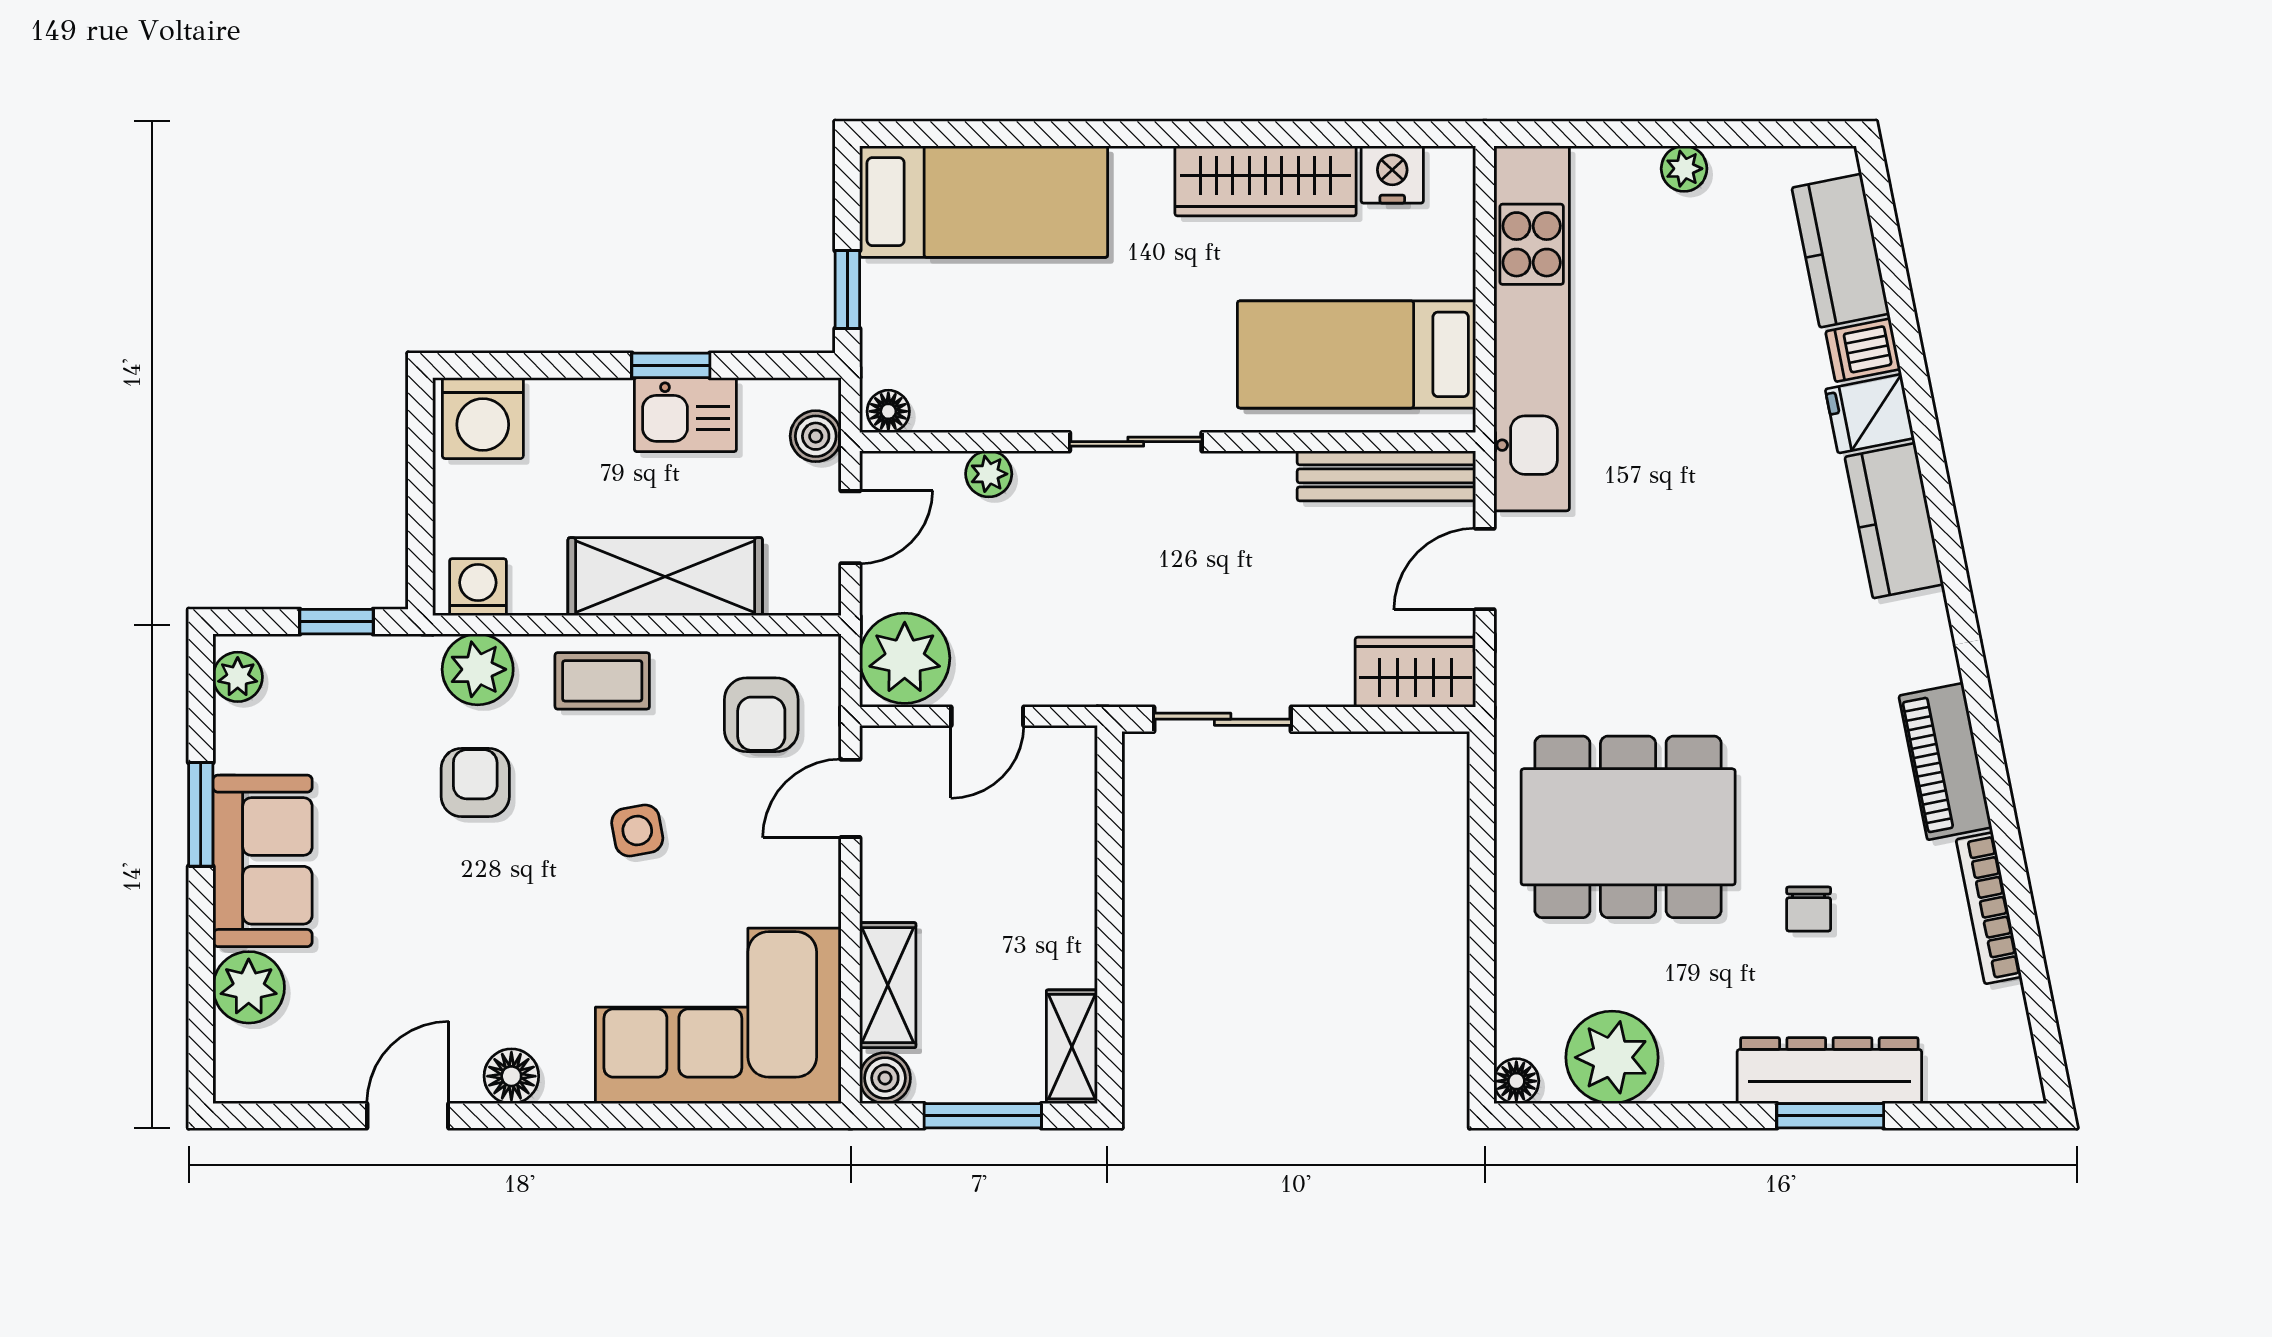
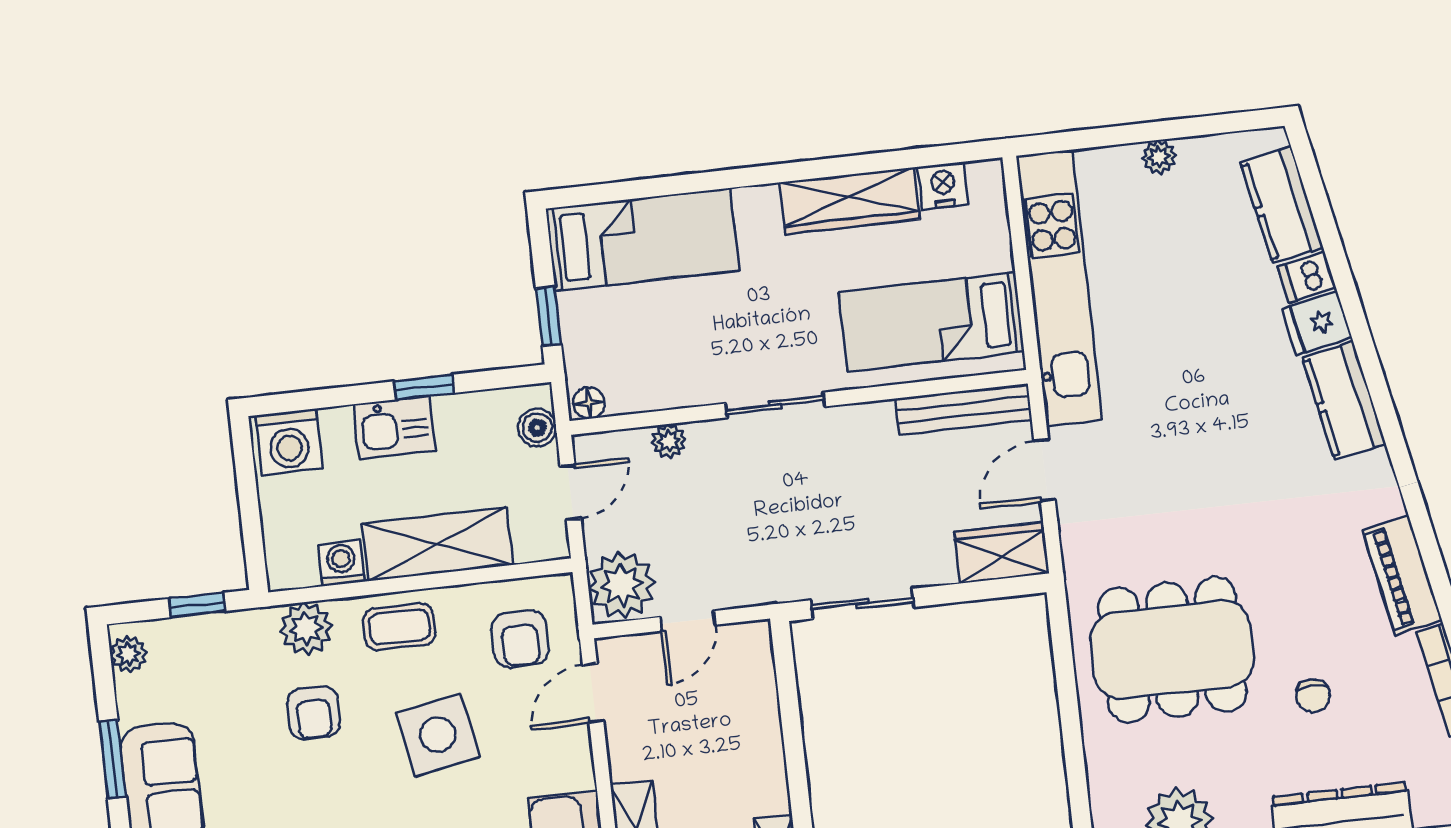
kitchen sink: (685, 415) -> (395, 427), moved
washing machine: (478, 587) -> (341, 563), moved
armchair: (475, 782) -> (314, 713), turned 180
side table: (637, 830) -> (438, 735), width x1.87, depth x1.87

